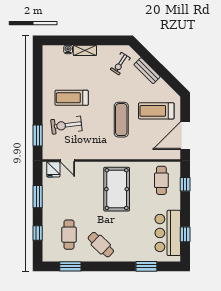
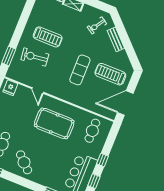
treadmill: (72, 98) -> (48, 37), turned 180
door: (67, 160) -> (38, 91), moved
window: (185, 184) -> (102, 160), moved
pool table: (117, 189) -> (54, 123), turned 90

